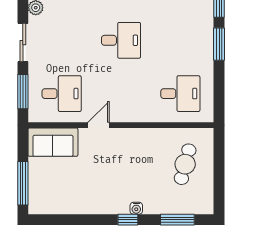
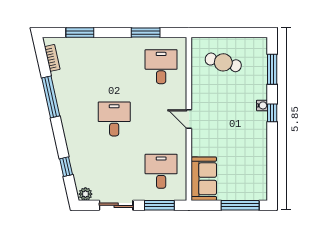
window: (219, 44) -> (146, 33), moved
door: (99, 125) -> (189, 119), moved

